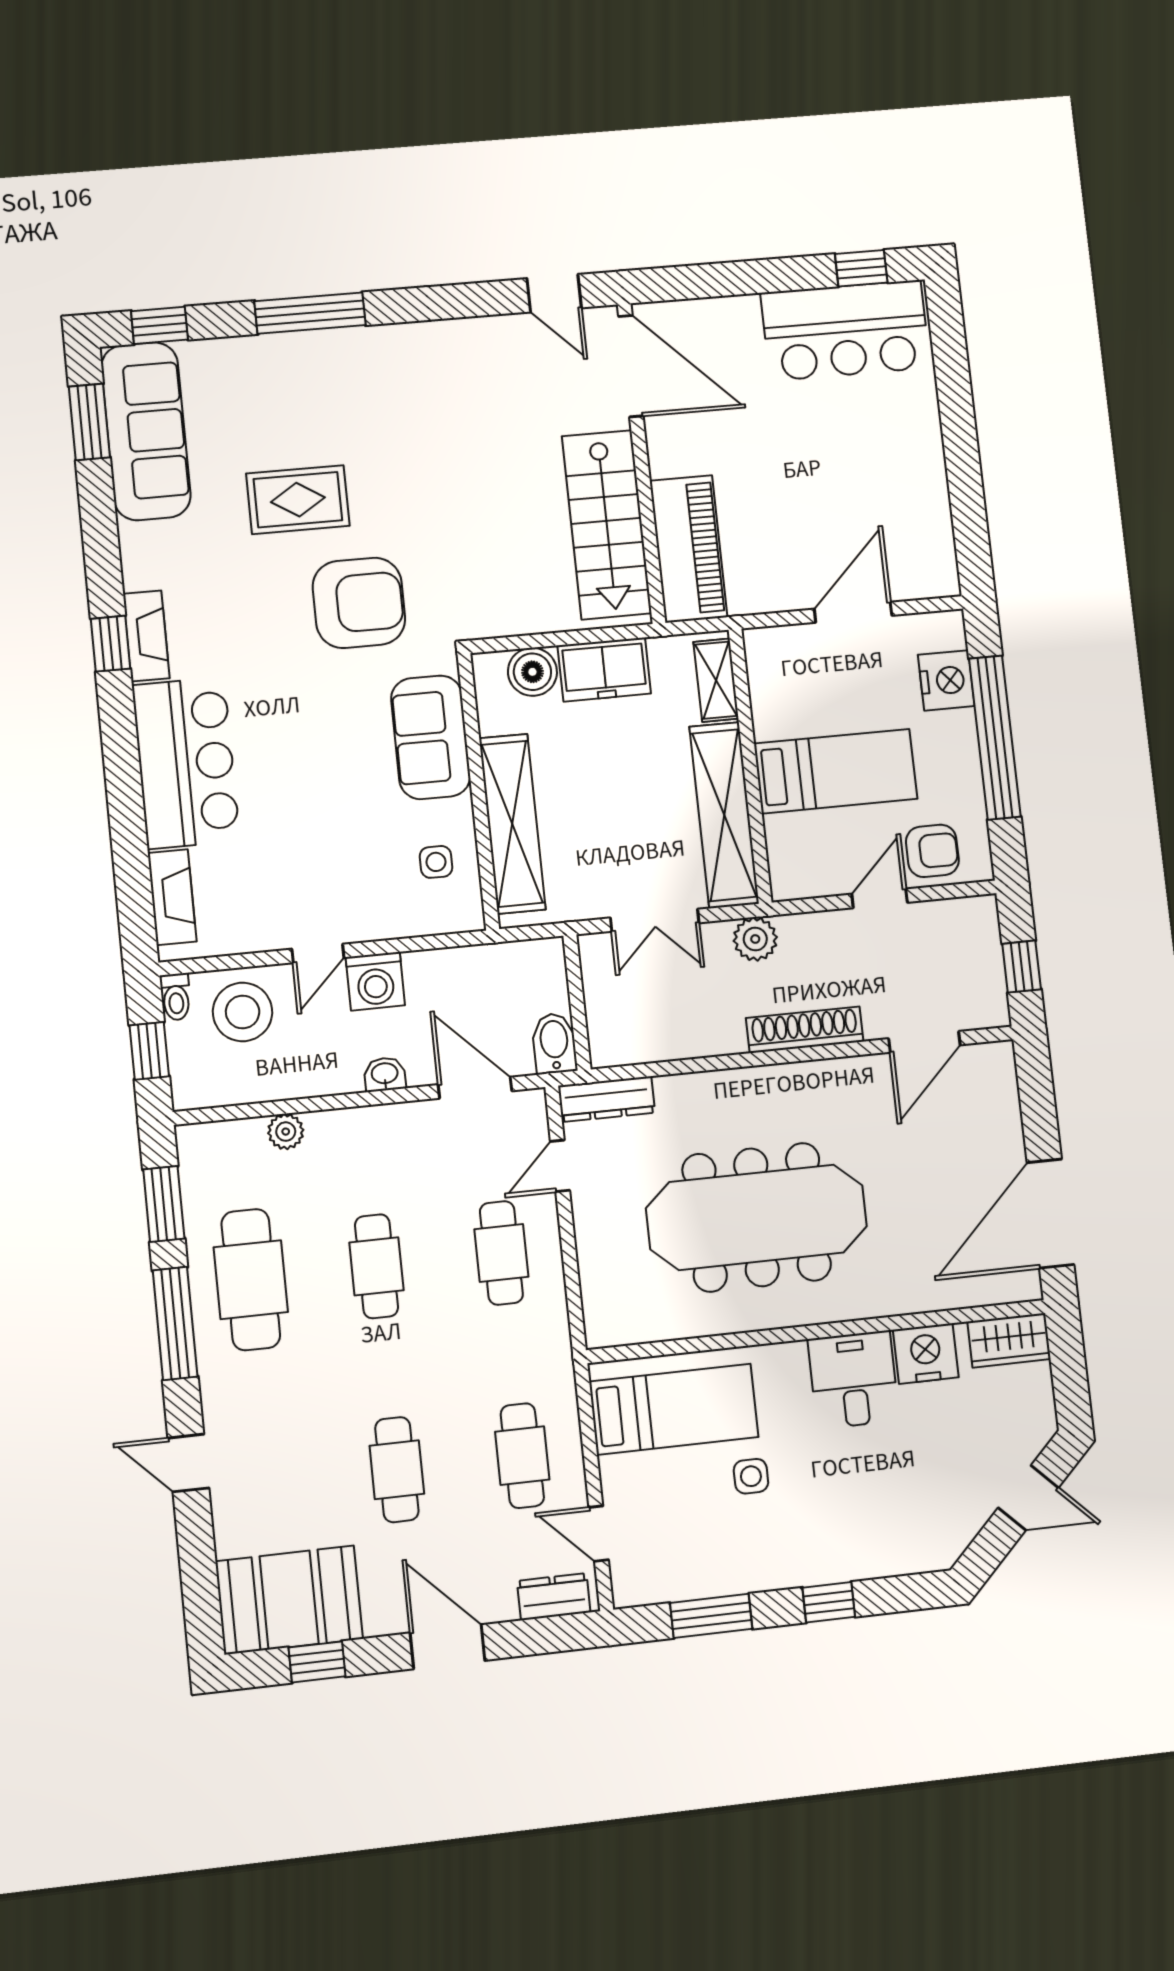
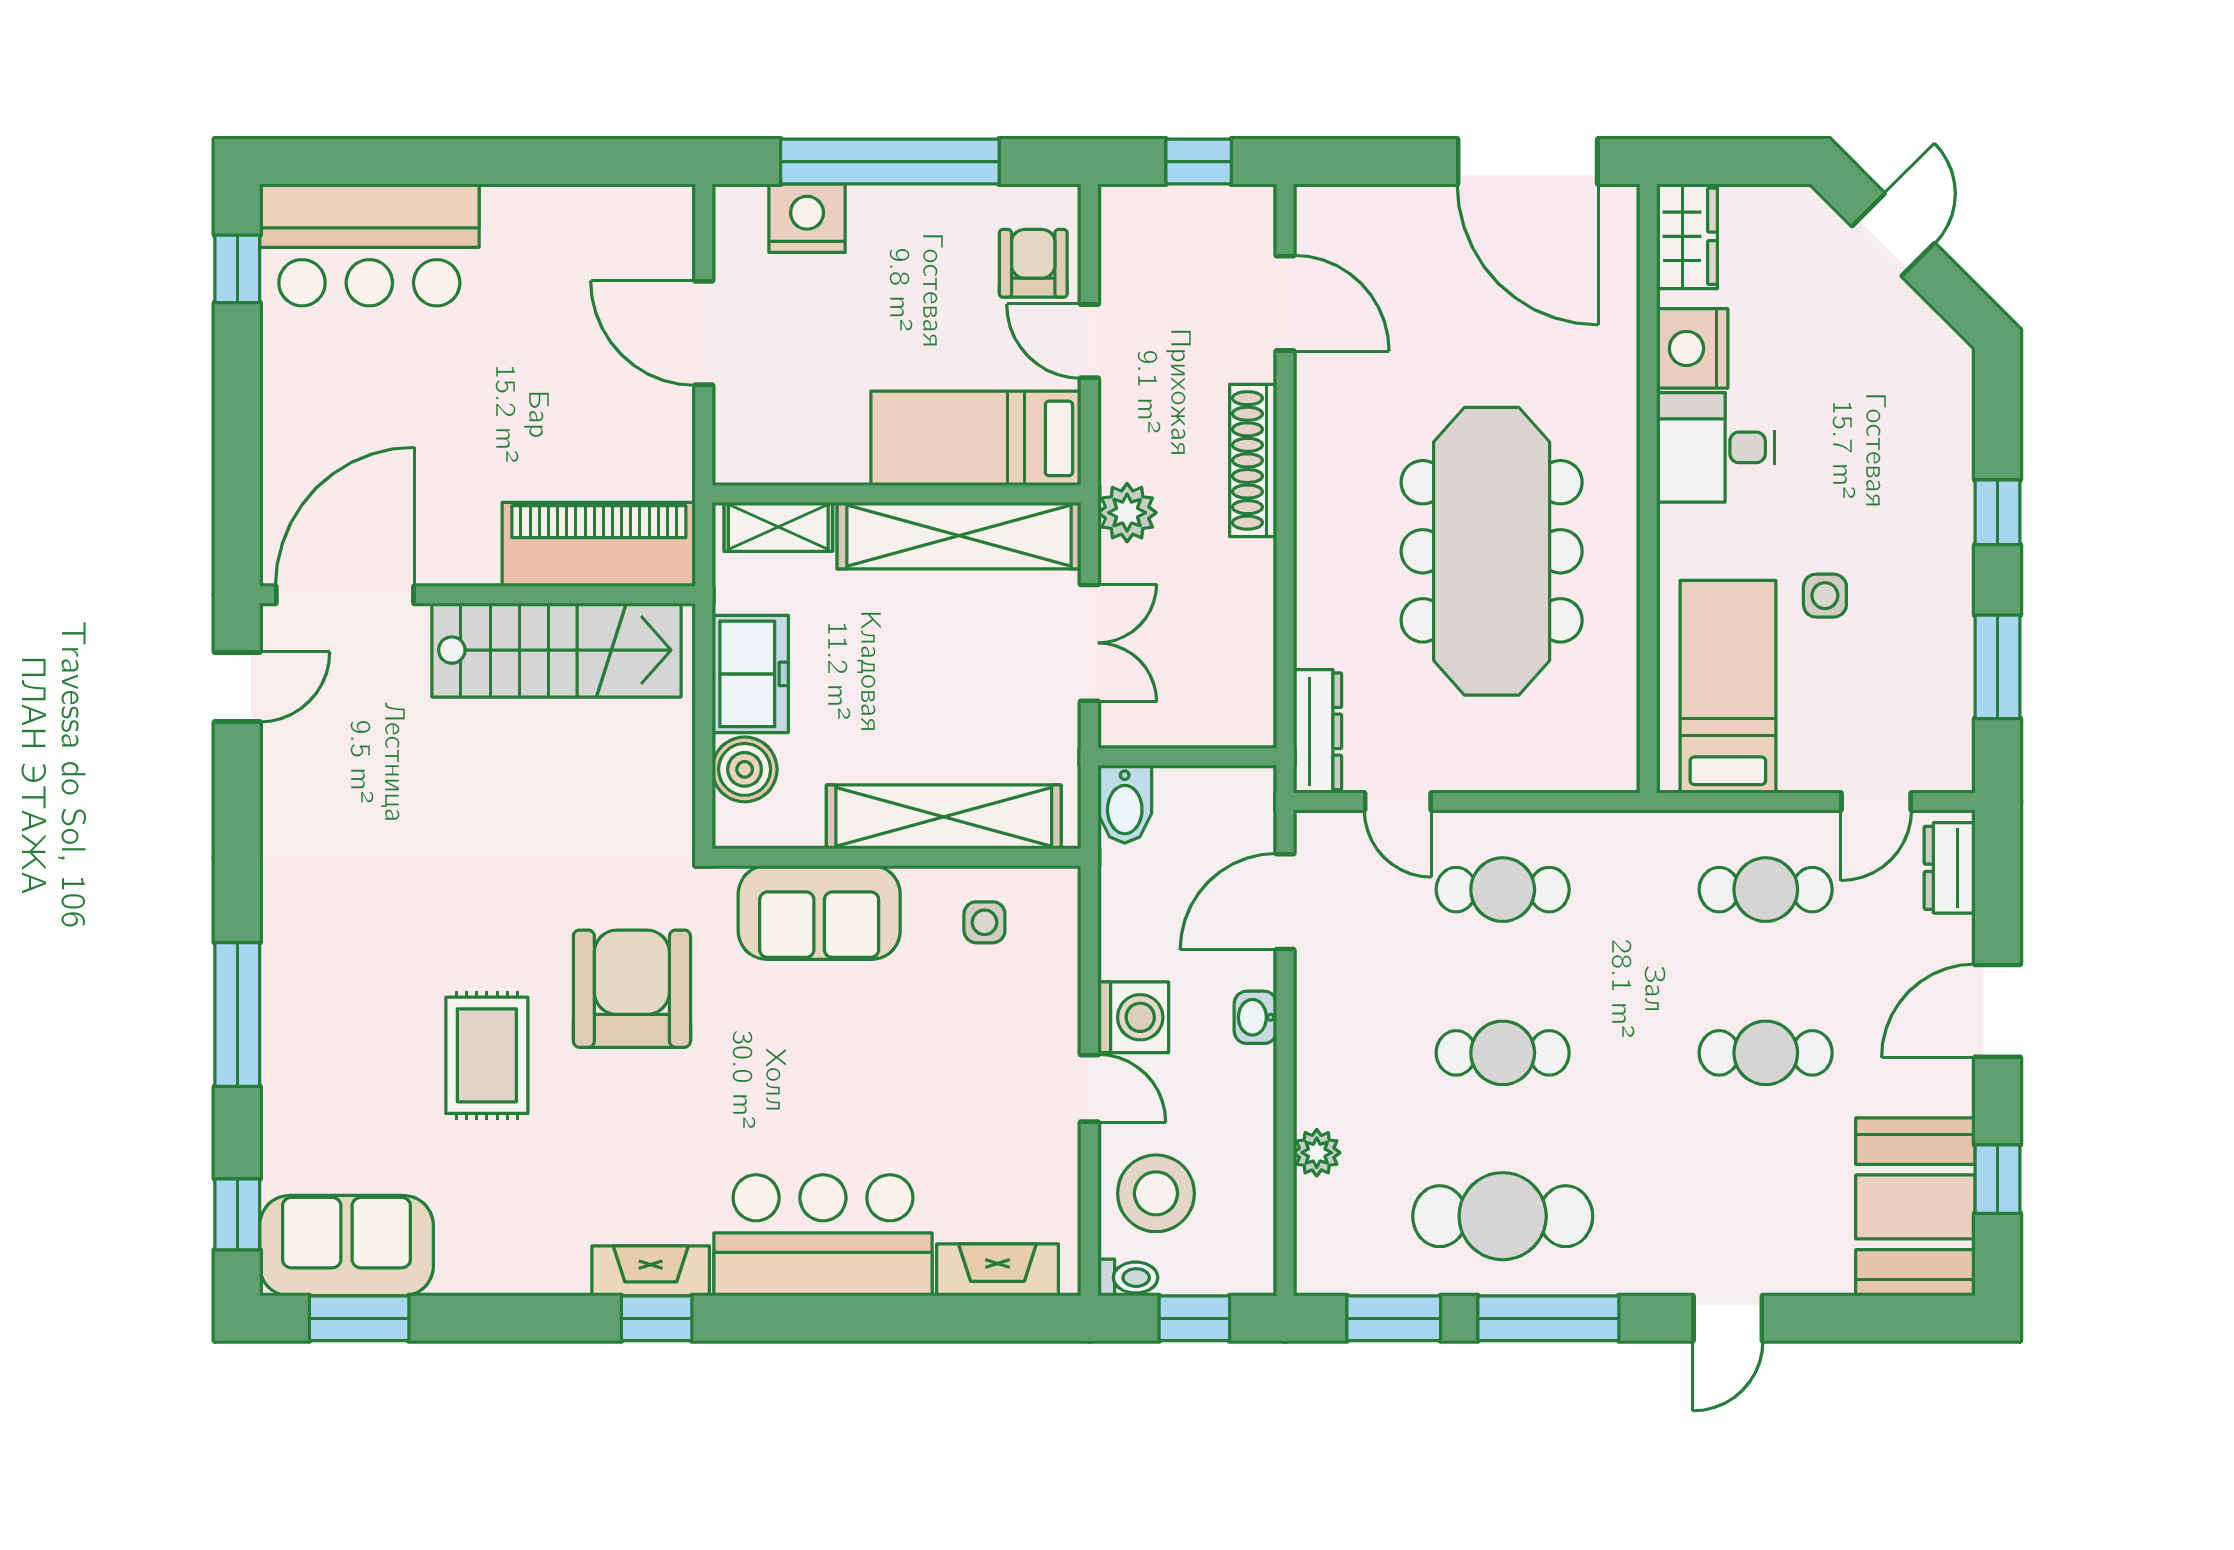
bar counter: (845, 330) -> (369, 245), moved, turned 90
sofa: (146, 431) -> (346, 1246), width x0.73
bed: (836, 771) -> (976, 438), moved, turned -90
bidet: (554, 1043) -> (1125, 804), moved, turned -90

